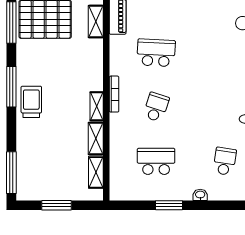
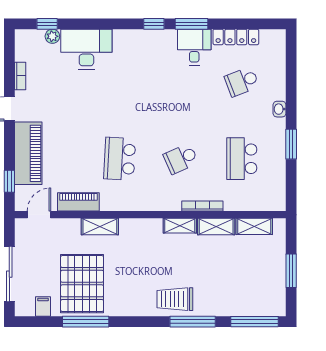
shelving: (96, 22) -> (100, 227), moved
window: (11, 87) -> (193, 322), moved
bookcase: (114, 94) -> (202, 206), moved
school desk: (156, 107) -> (181, 159), turned -42
school desk: (225, 161) -> (242, 82), turned -30

